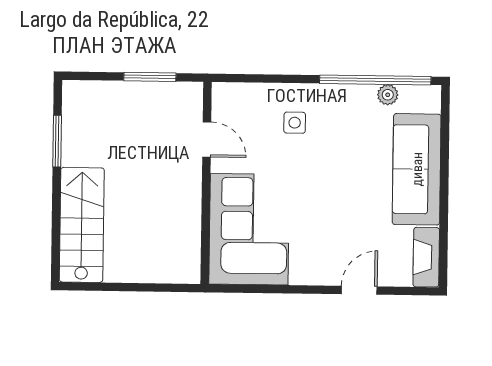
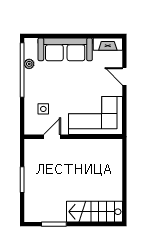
door: (207, 140) -> (52, 137), moved
wall: (206, 183) -> (73, 137), moved
corner sofa: (249, 229) -> (95, 116), moved

